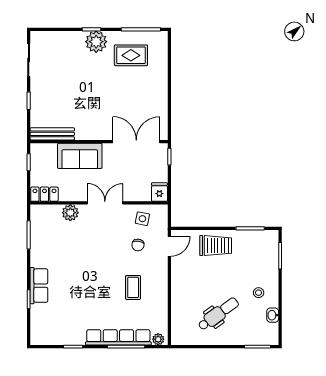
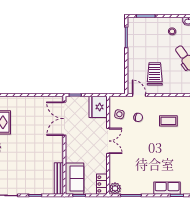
sofa: (80, 156) -> (75, 179), moved
fridge: (159, 192) -> (98, 107), width x1.88, depth x1.34
double door: (105, 203) -> (108, 141), swing flipped
plant: (70, 213) -> (115, 188), moved
trolley: (216, 246) -> (155, 74), moved

